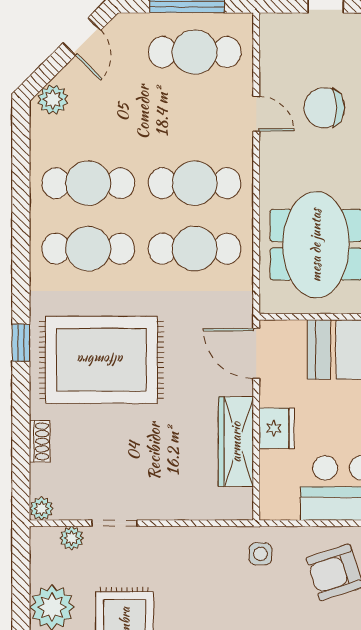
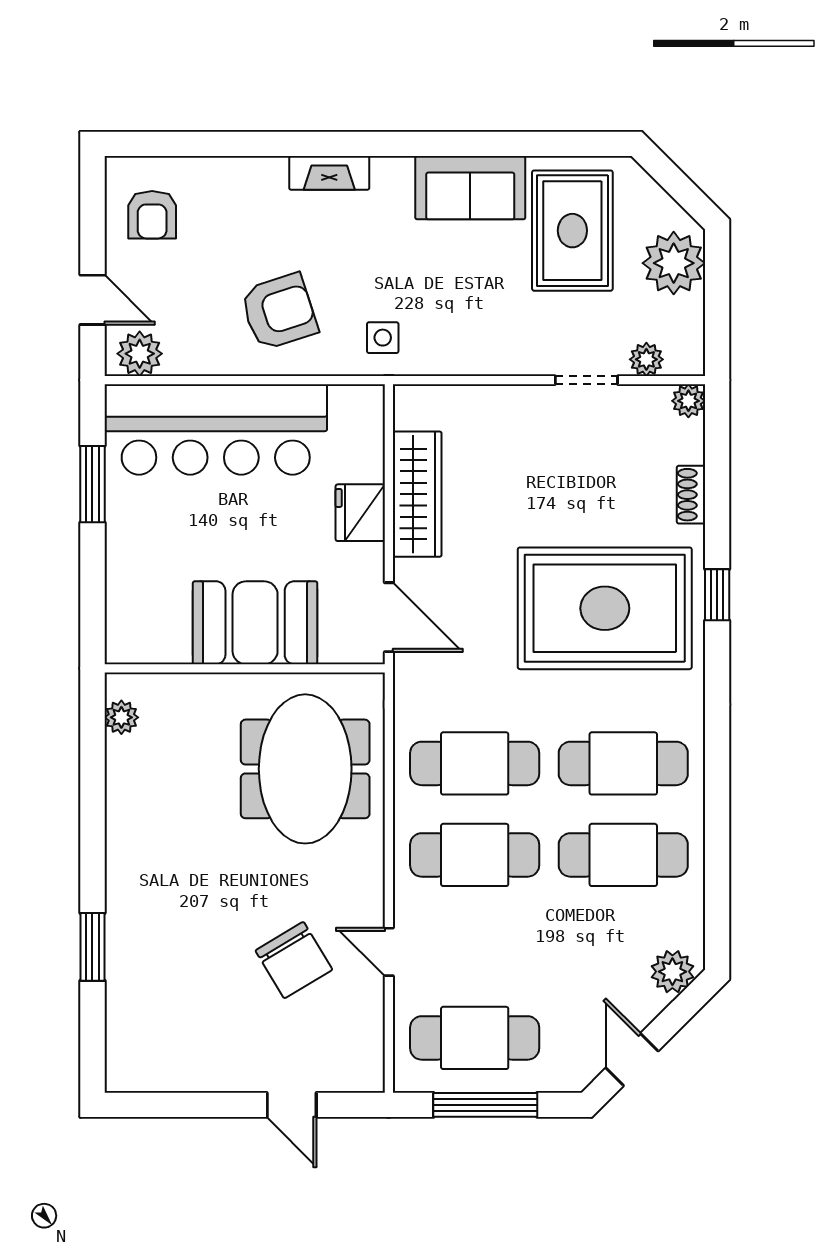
chair: (324, 108) -> (294, 960), turned 59
window: (21, 343) -> (717, 595), moved

